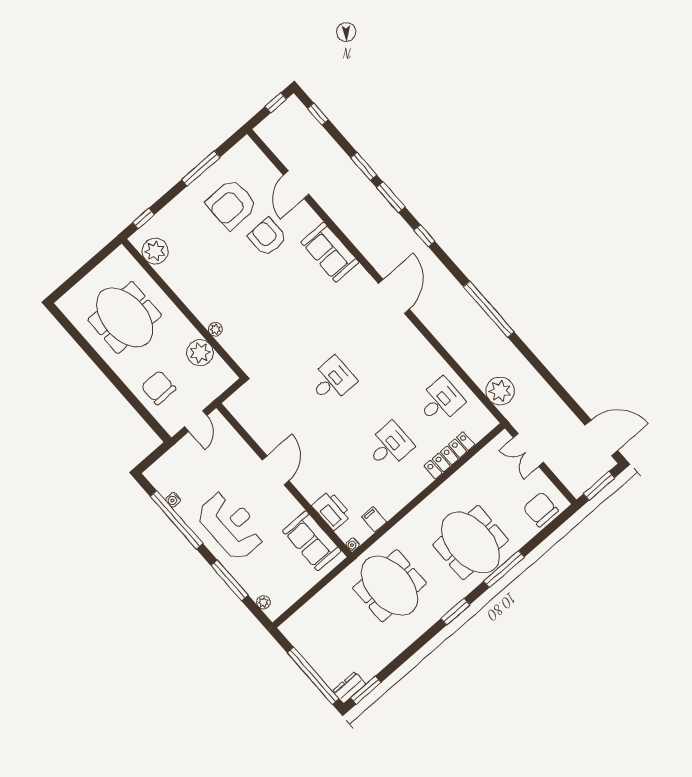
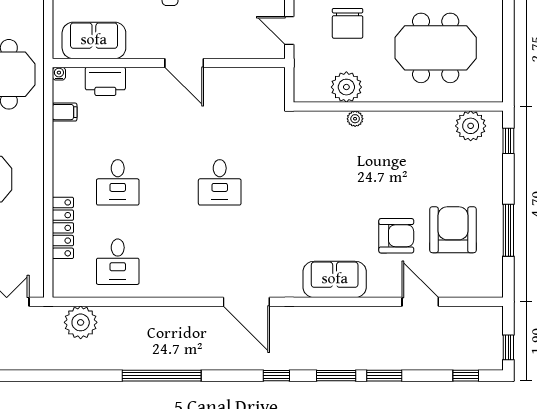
chair: (158, 388) -> (348, 23), turned 90

